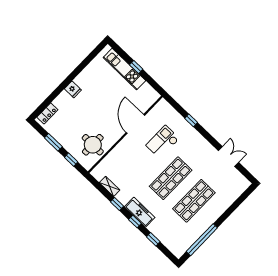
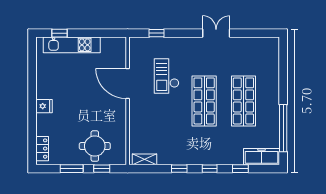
window: (136, 67) -> (59, 33), moved
window: (191, 120) -> (156, 33), moved
round table: (93, 145) -> (95, 146), moved
double door: (228, 156) -> (216, 33), moved
shelving: (110, 186) -> (145, 159), moved
freezer: (140, 212) -> (261, 157), moved

